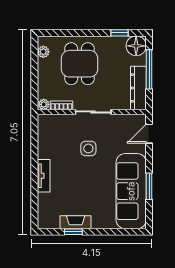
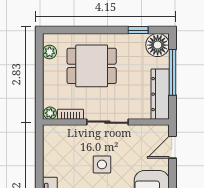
dining table: (80, 64) -> (92, 66), turned 90

